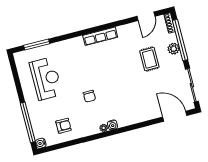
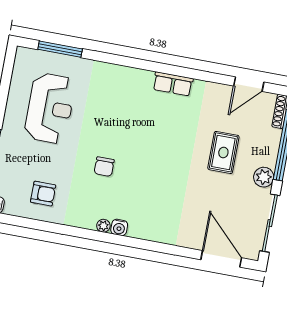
row of seats: (100, 36) -> (173, 84), width x0.68
plant: (174, 49) -> (264, 177), moved

